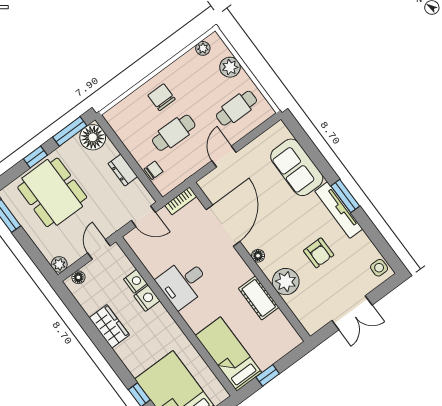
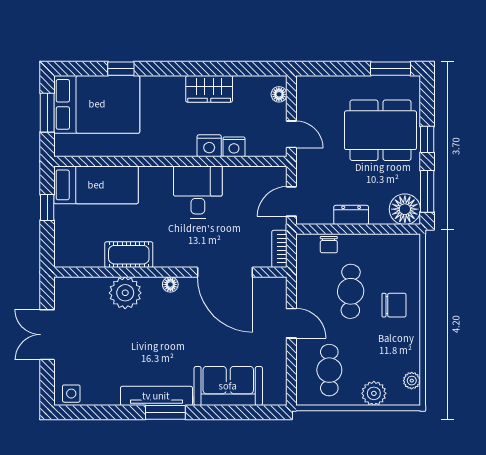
armchair: (319, 253) -> (129, 346), removed
plant: (59, 264) -> (305, 85), removed

